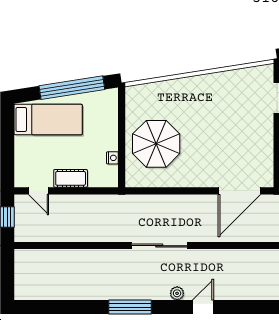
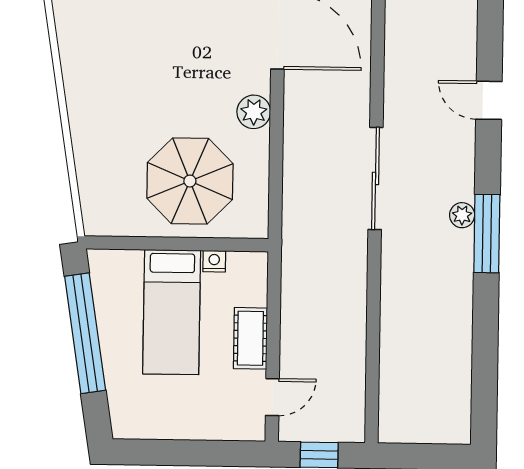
bed: (48, 119) -> (172, 312), moved, turned 180
plant: (195, 178) -> (254, 112), added
plant: (177, 293) -> (462, 215), moved

